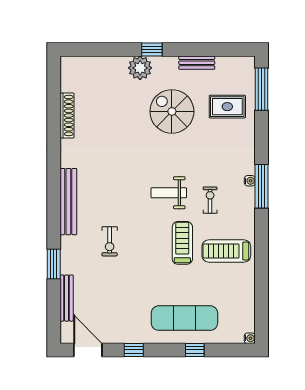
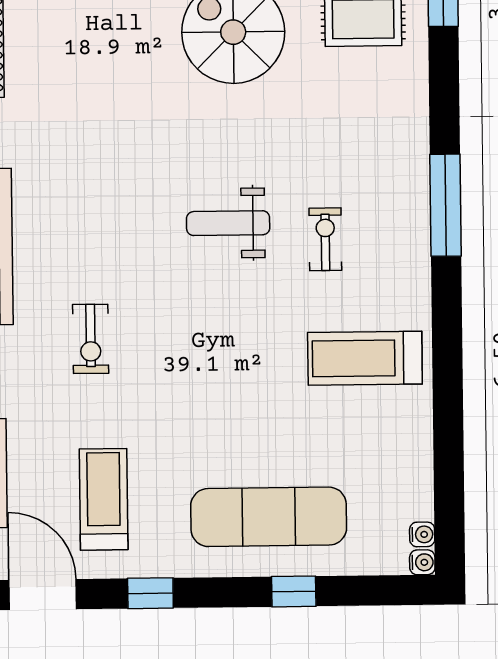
water cooler: (250, 181) -> (422, 534), moved
treadmill: (182, 243) -> (104, 499), moved

